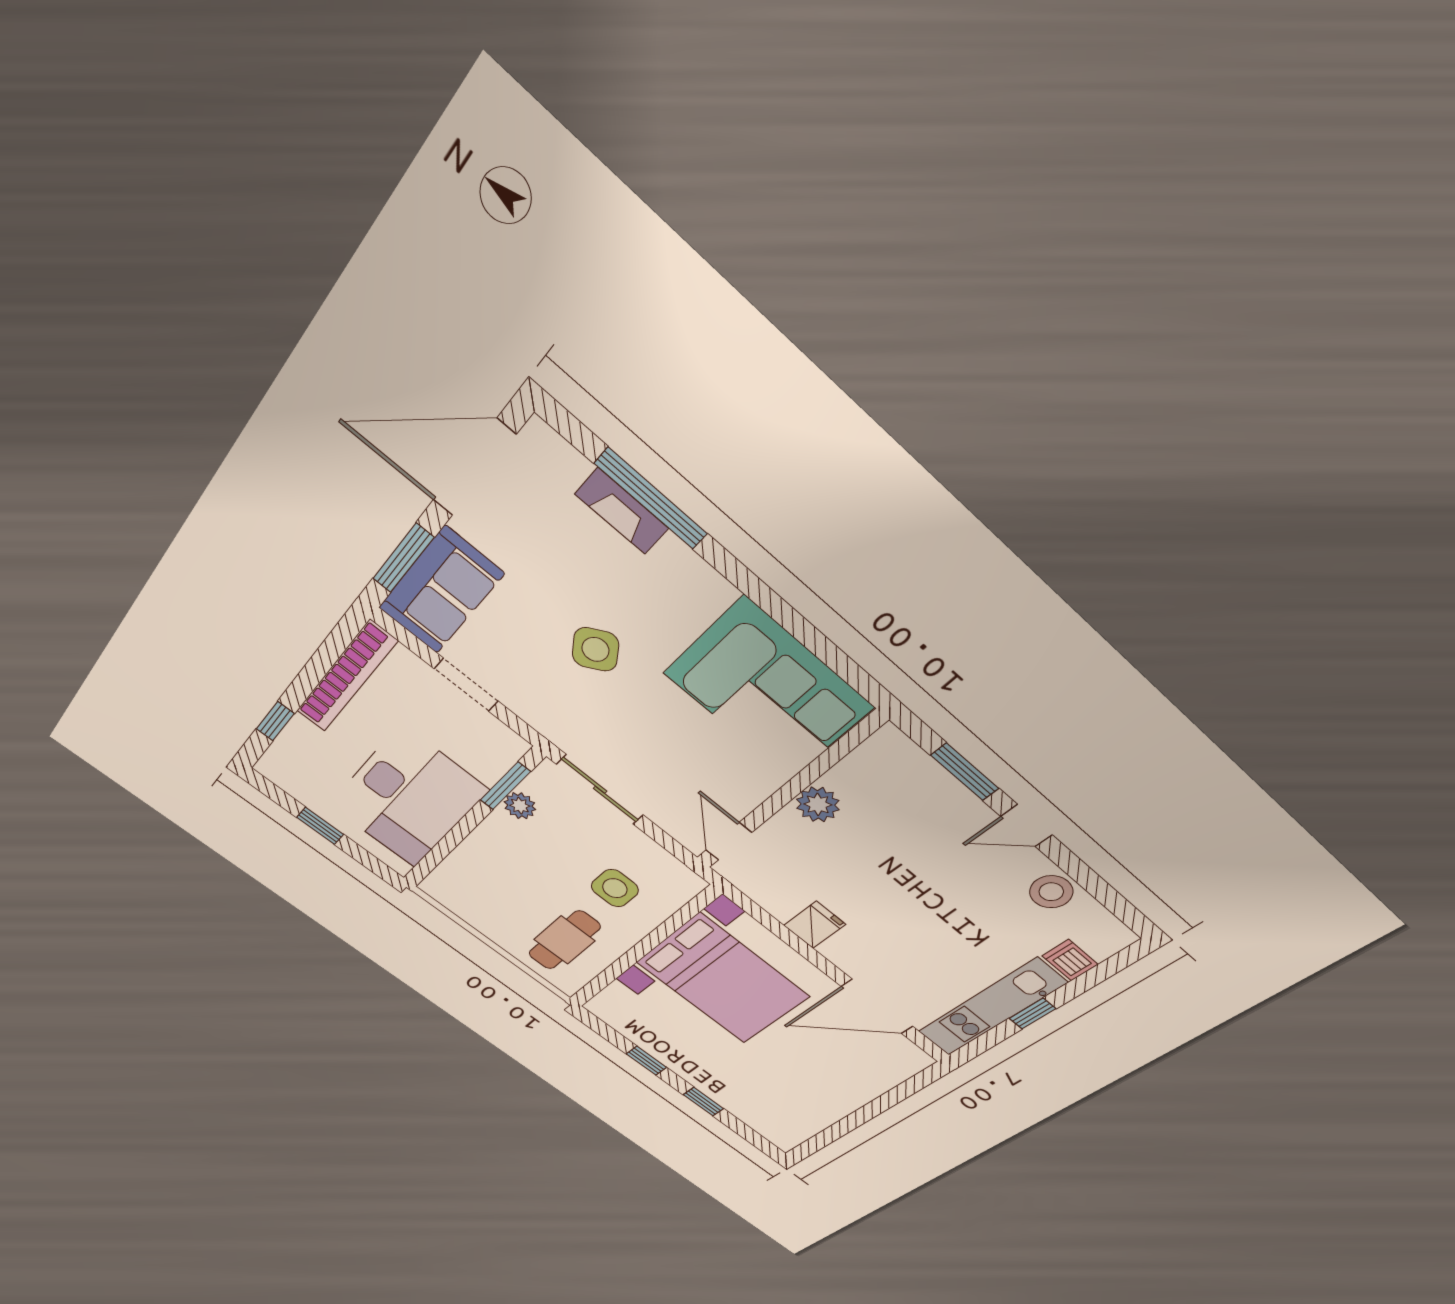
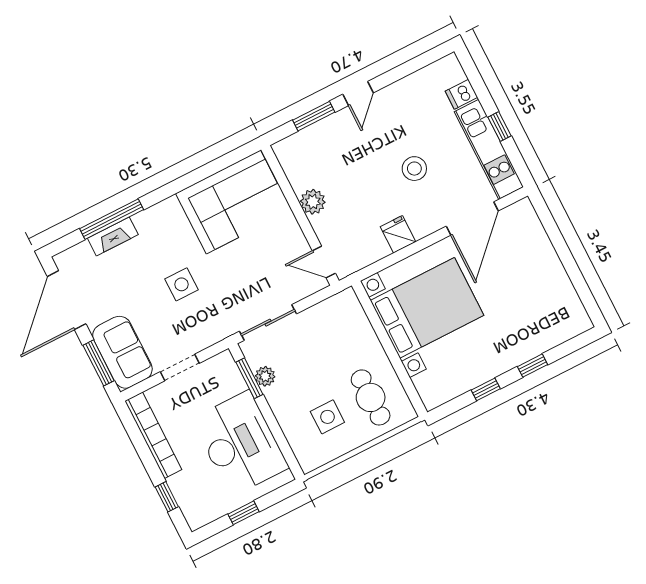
side table: (595, 649) -> (182, 284), turned 32
side table: (615, 888) -> (327, 417), moved
stool: (1051, 892) -> (414, 169), moved

